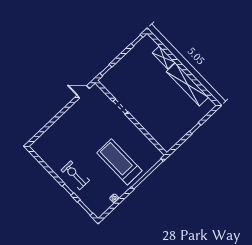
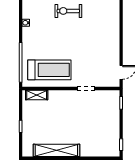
shelving: (164, 57) -> (37, 95), moved
treadmill: (119, 162) -> (49, 70), moved
exercise bike: (75, 175) -> (68, 11), turned 180

